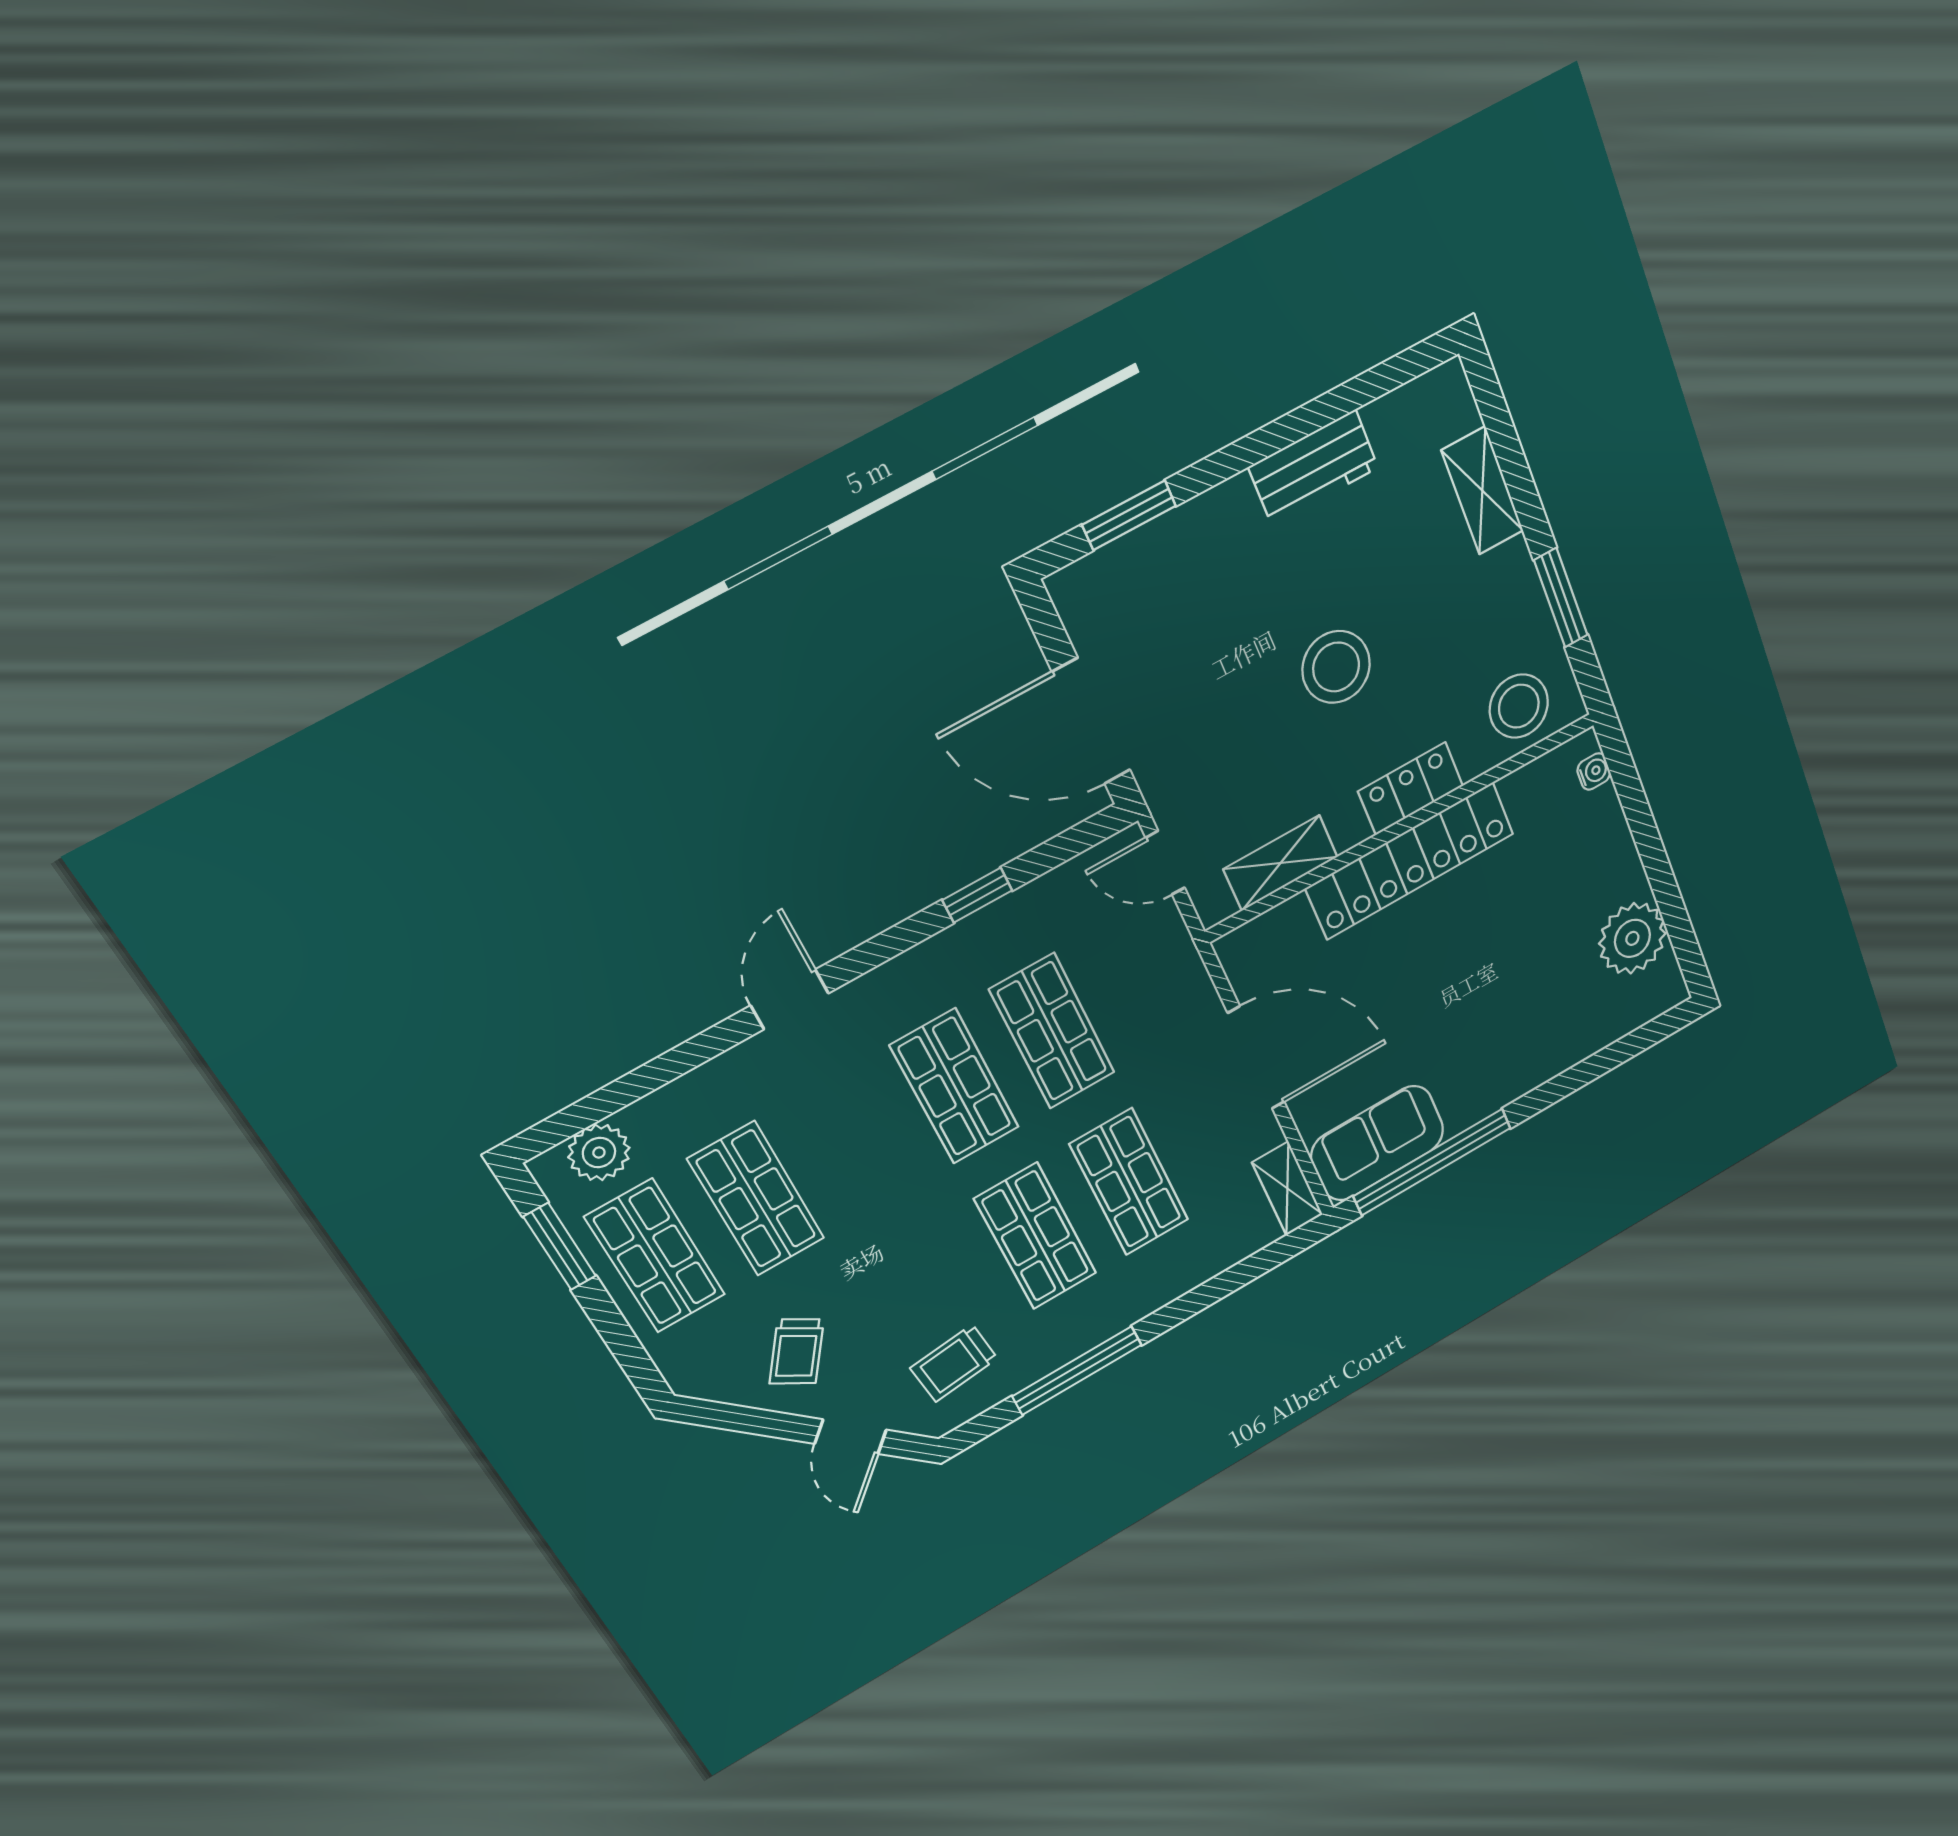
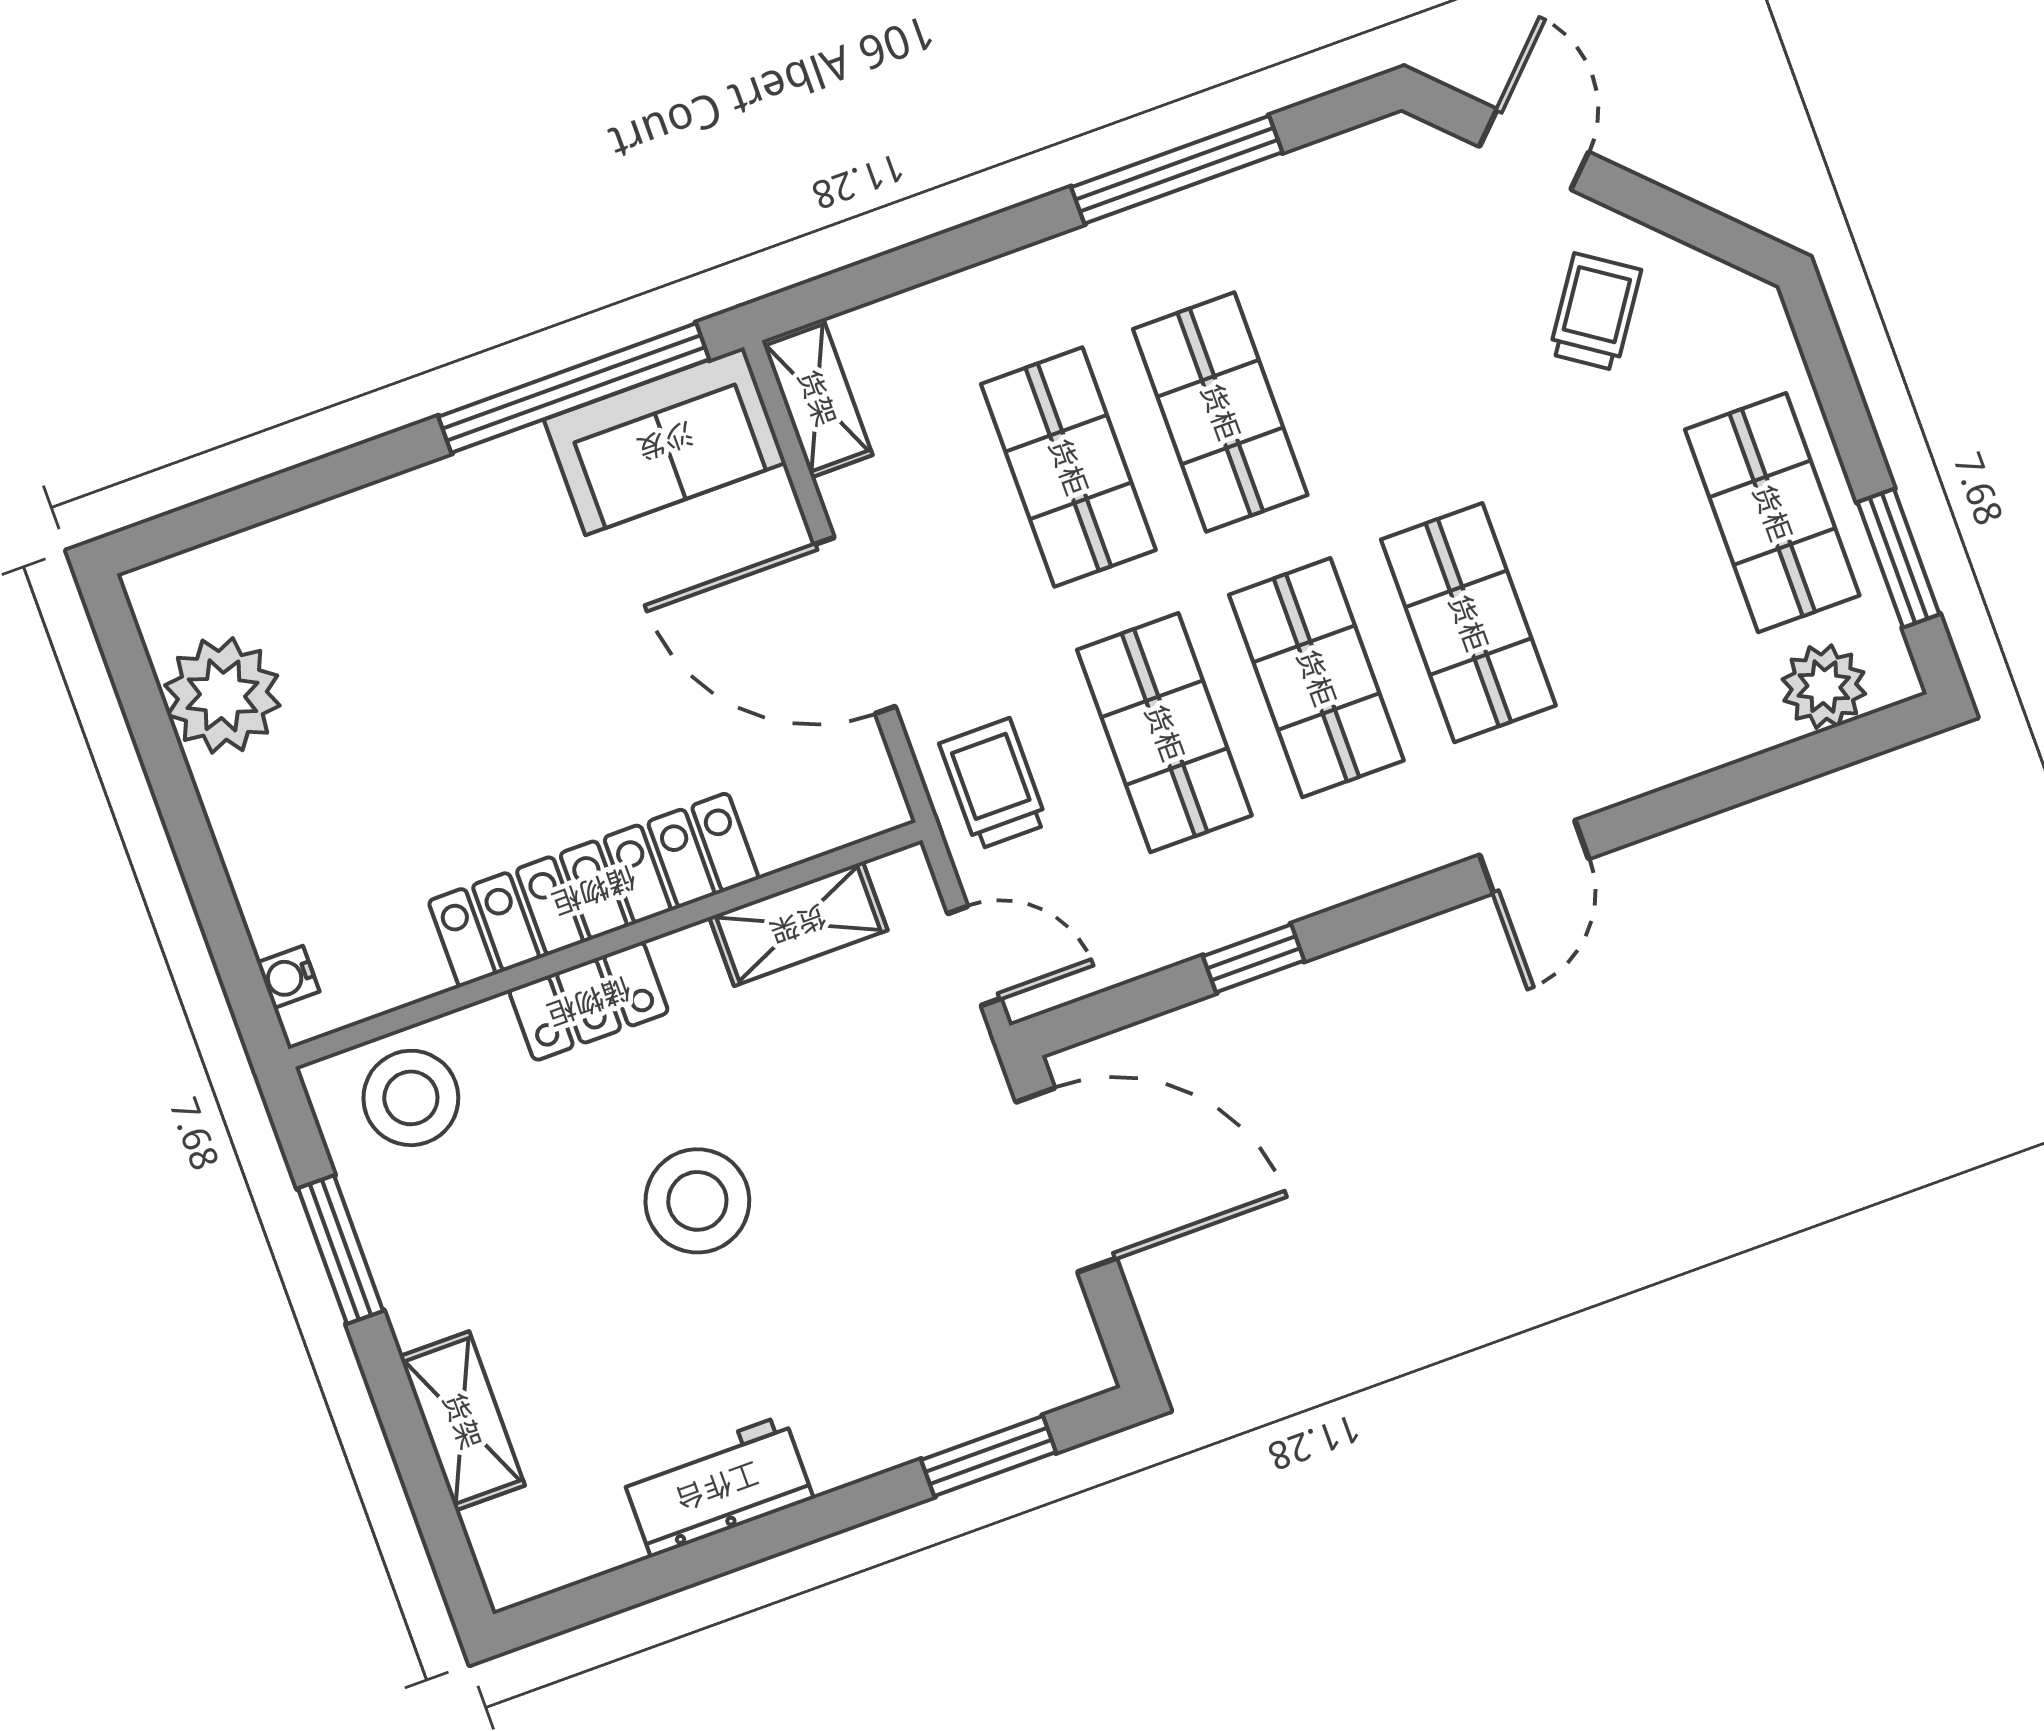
shop shelf: (756, 1199) -> (1468, 623), moved
trolley: (954, 1363) -> (994, 784), moved, turned -84

